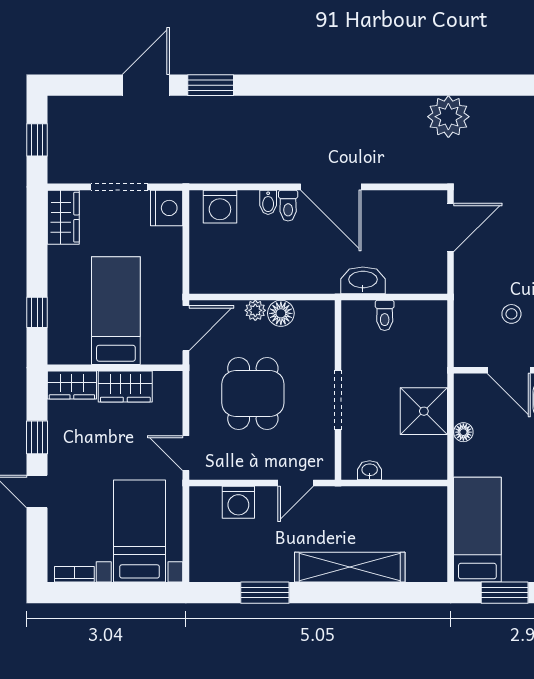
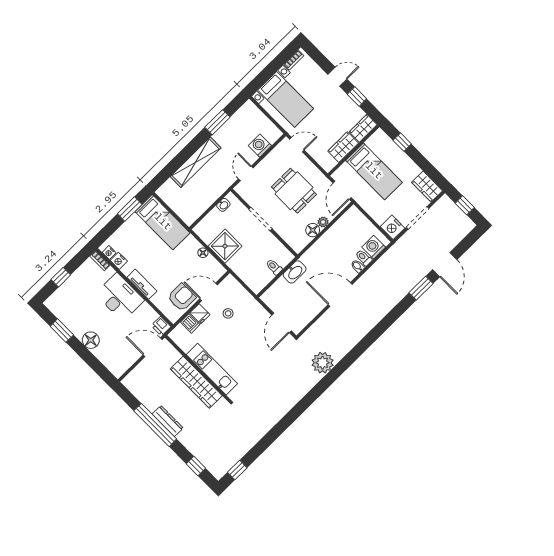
toilet: (288, 206) -> (364, 258), moved

